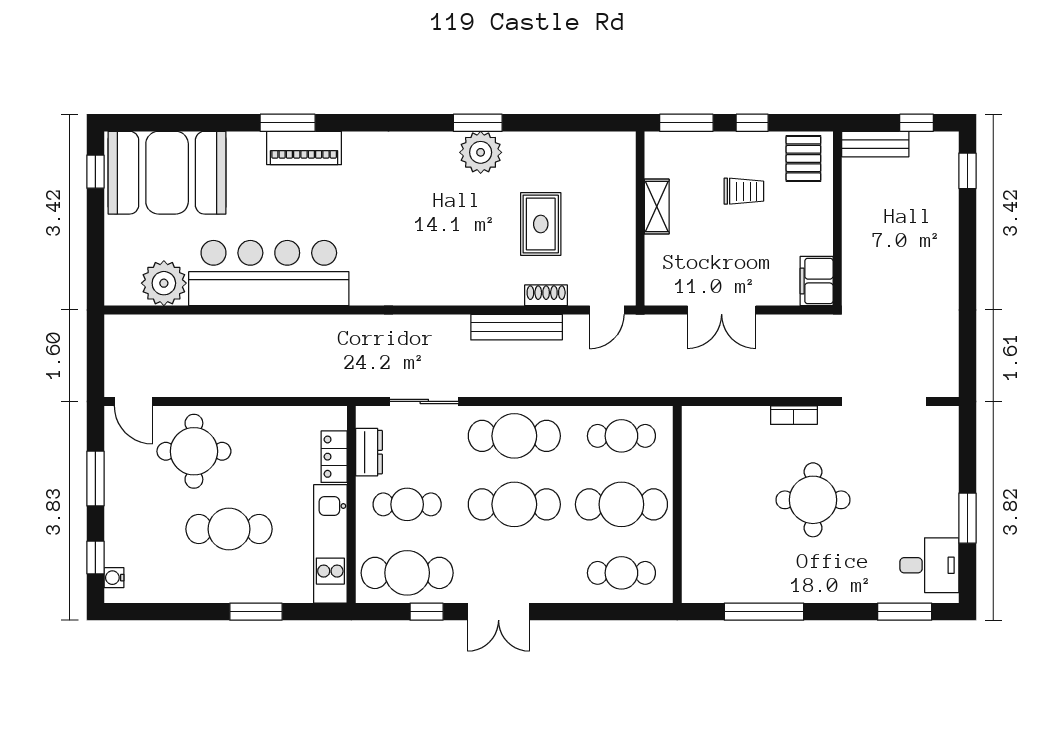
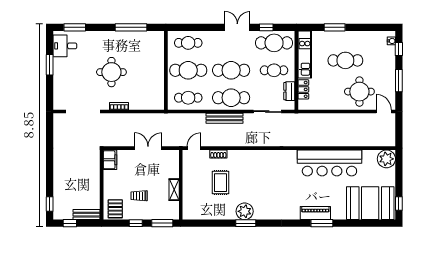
plant: (164, 283) -> (386, 159), moved
bench: (517, 327) -> (225, 118), moved

